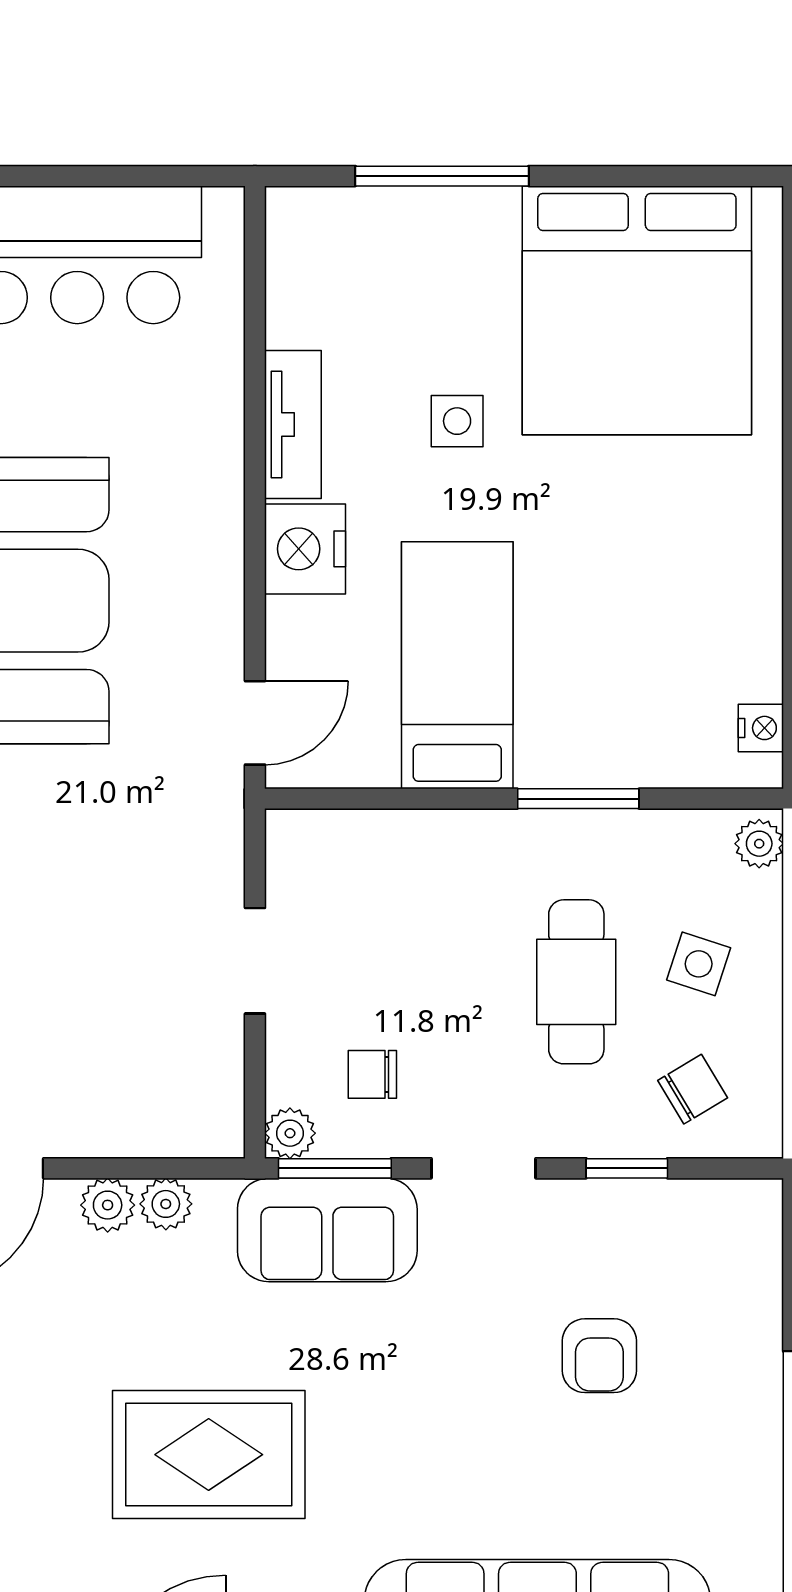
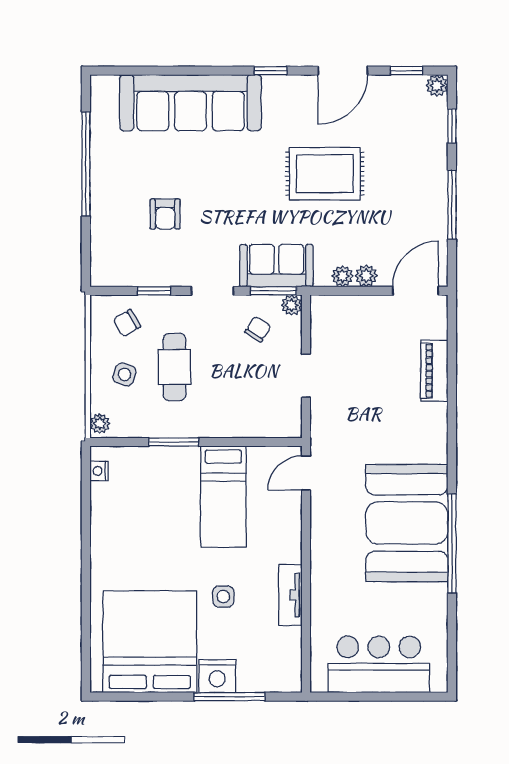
nightstand: (305, 549) -> (217, 676), moved, turned 90
chair: (372, 1074) -> (258, 329), turned -58
armchair: (599, 1356) -> (165, 214), turned 180

